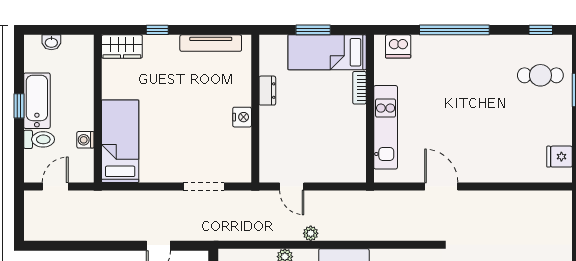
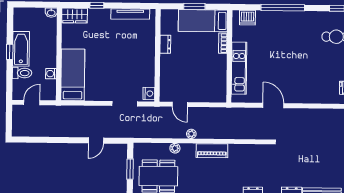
washbasin: (51, 42) -> (51, 13), moved
nightstand: (242, 117) -> (149, 94), moved

